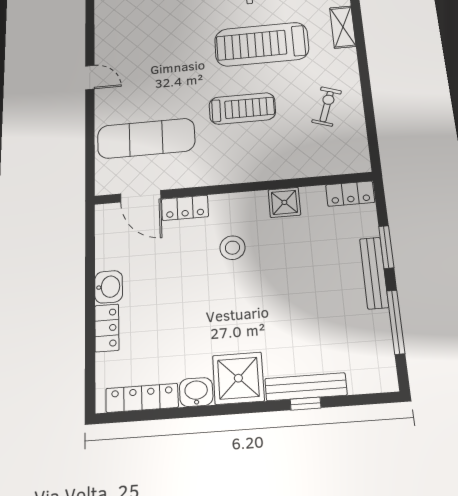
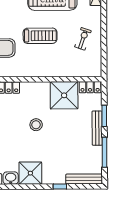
shower: (284, 202) -> (64, 95), width x1.86, depth x1.86
stool: (232, 248) -> (36, 125), moved
bench: (306, 387) -> (84, 179), moved

